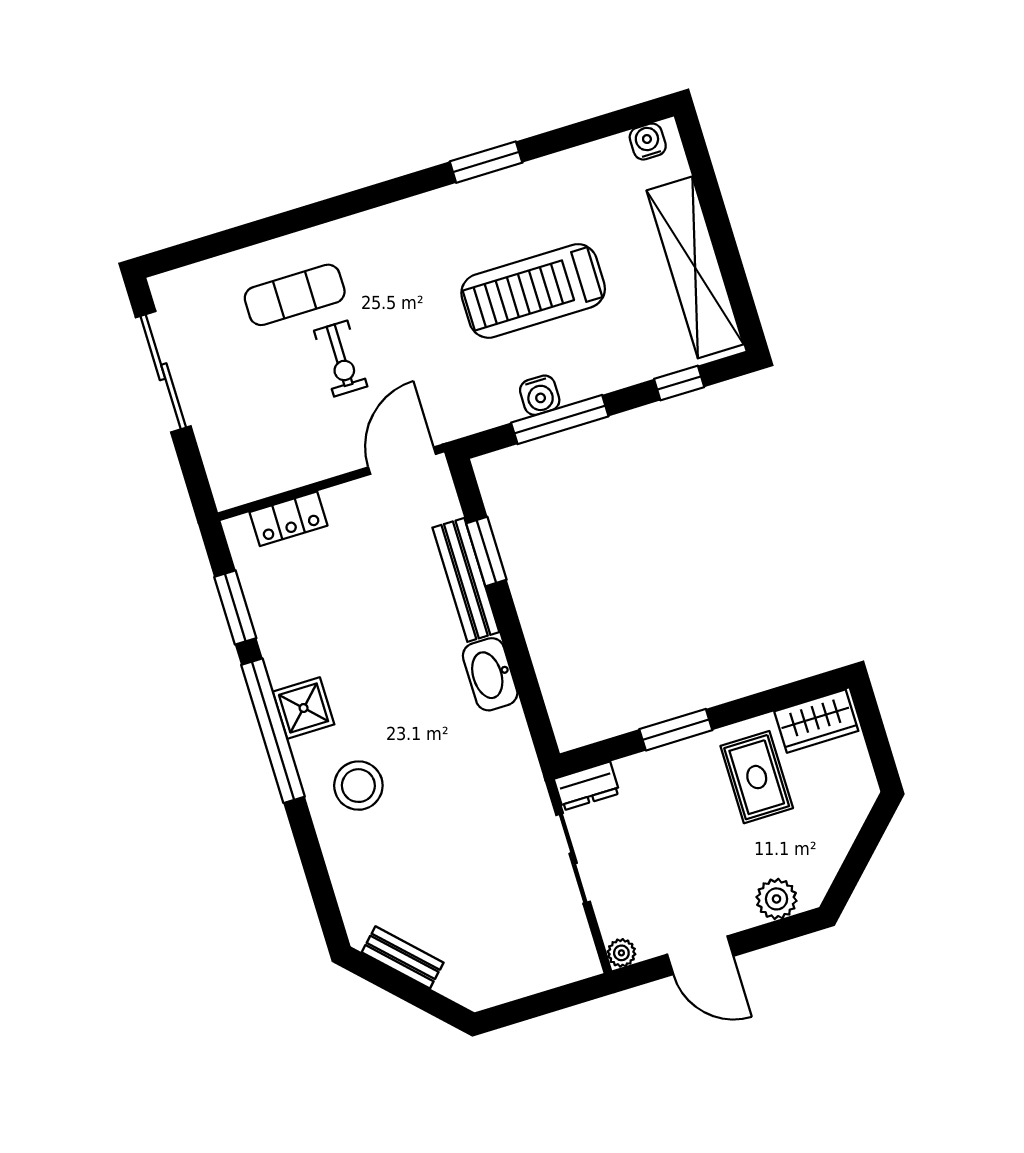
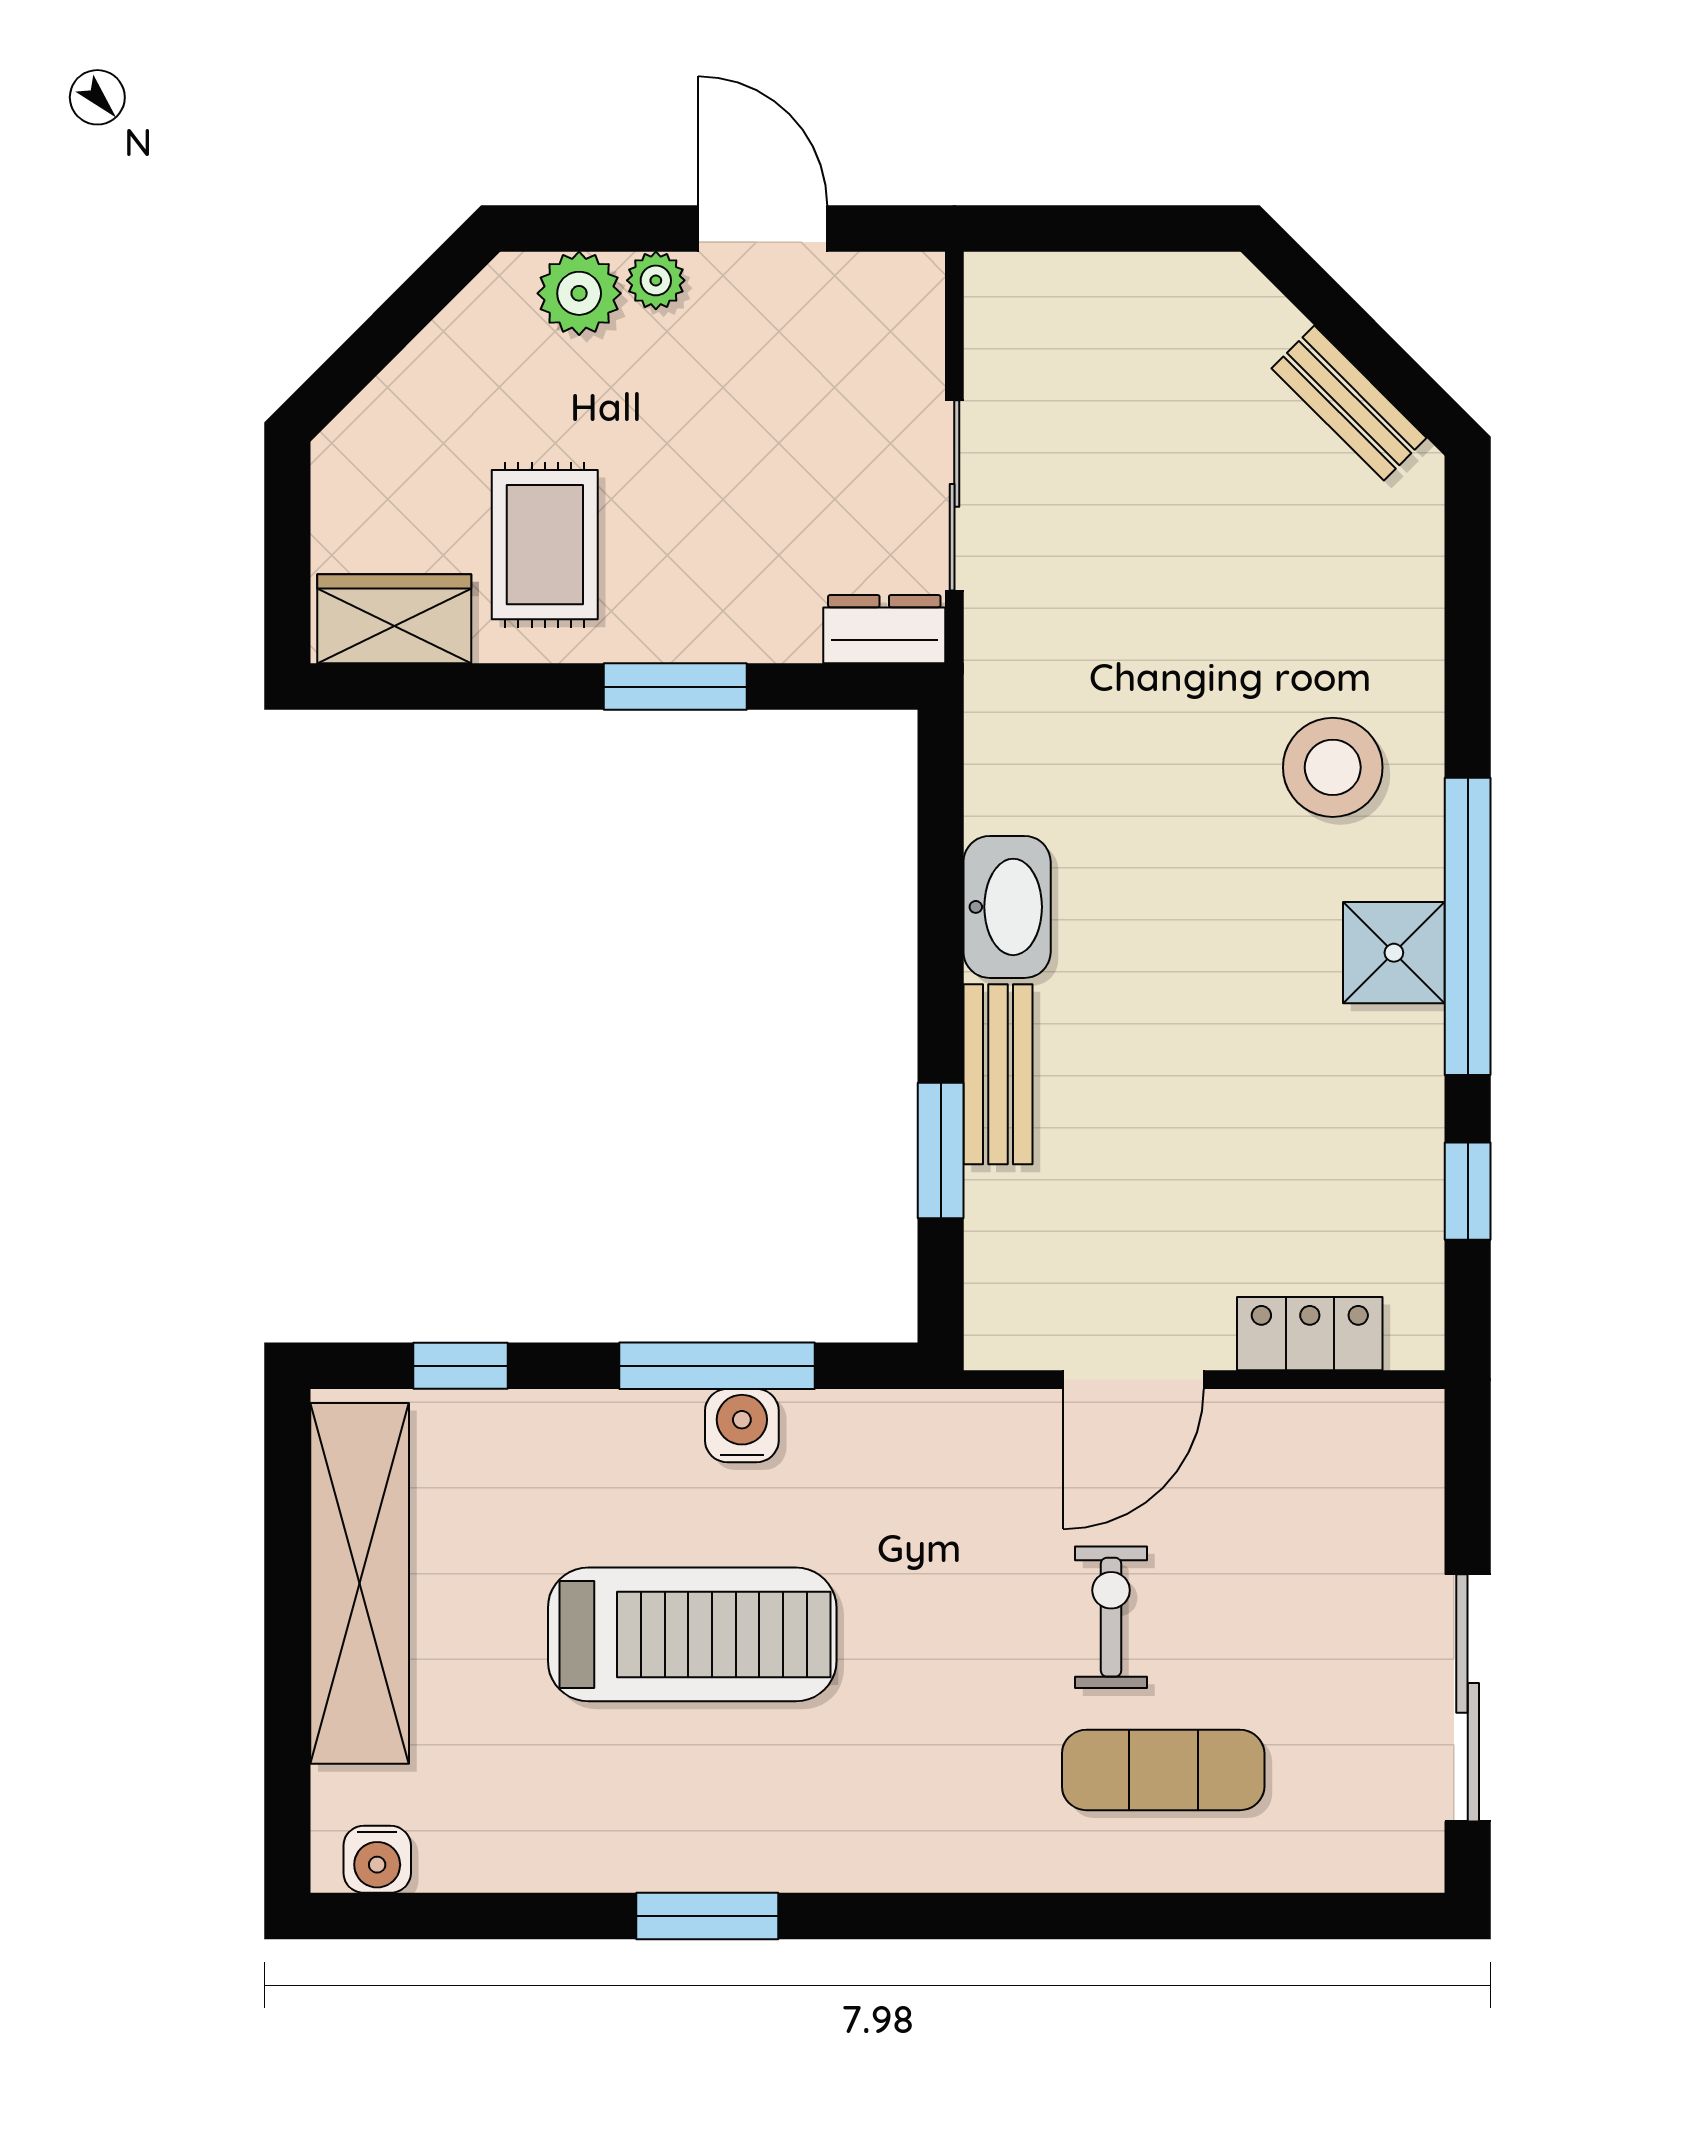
door: (402, 461) -> (1133, 1380), moved
bench: (466, 580) -> (998, 1074), width x0.73
window: (235, 608) -> (1468, 1191), width x0.67
plant: (621, 953) -> (656, 280), moved

